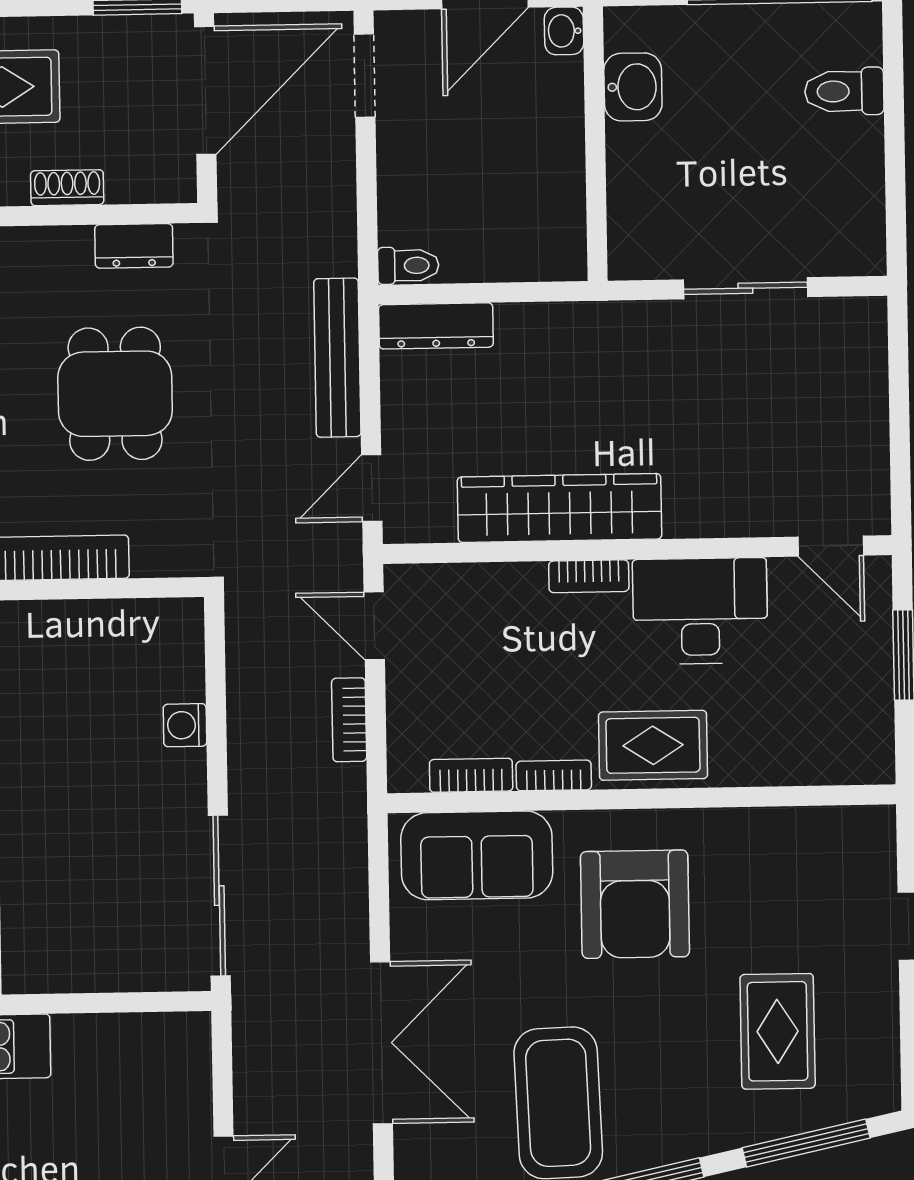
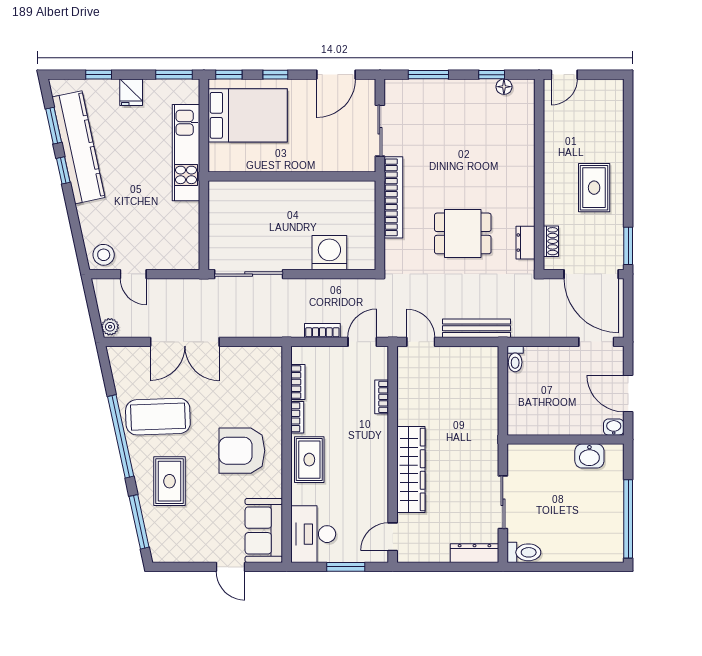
toilet: (844, 91) -> (524, 552), moved, turned 90
shoe rack: (67, 188) -> (551, 241), moved
dresser: (436, 326) -> (475, 553), moved, turned 90
wardrobe: (559, 508) -> (411, 470), moved
bookcase: (589, 576) -> (382, 397), moved
desk: (700, 611) -> (313, 534), moved, turned 180
washing machine: (185, 725) -> (329, 253), width x1.89, depth x1.89
sofa: (477, 855) -> (264, 530), moved
rug: (778, 1031) -> (170, 481), moved, turned 90

